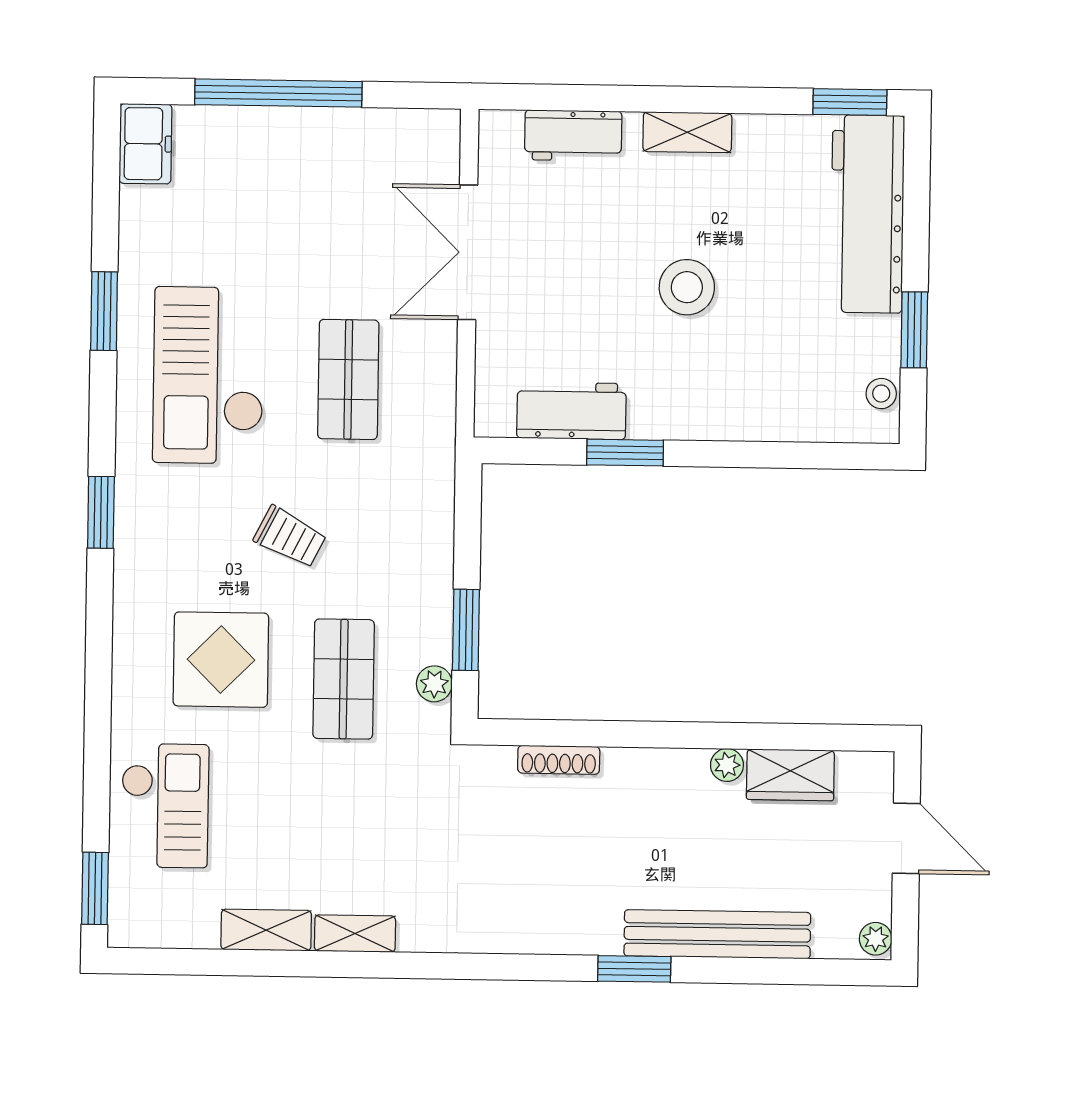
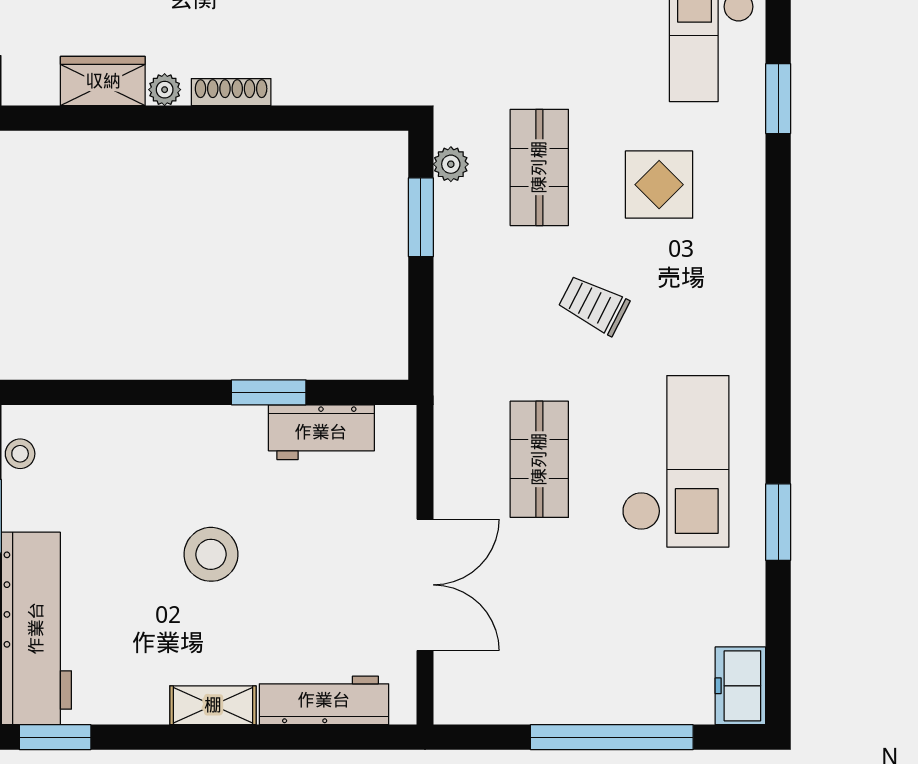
workbench: (573, 135) -> (324, 700), width x1.38
window: (101, 512) -> (778, 99), moved
display table: (221, 660) -> (659, 185), width x0.73, depth x0.73
shoe rack: (559, 760) -> (231, 92), moved

